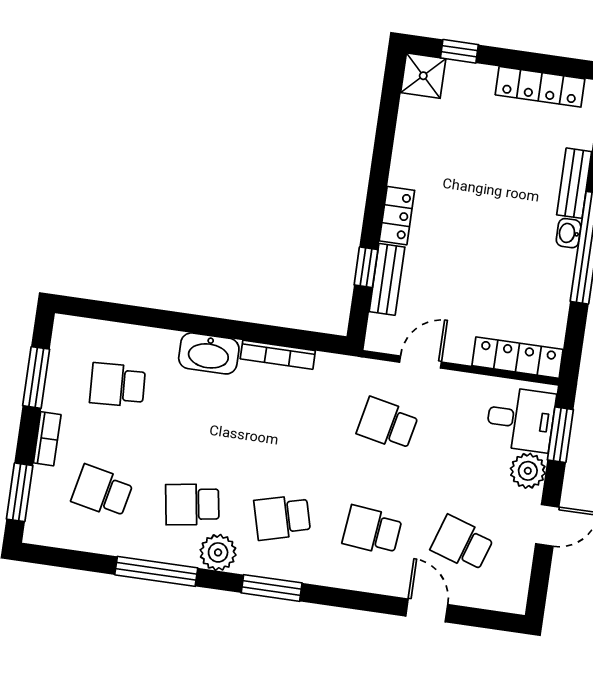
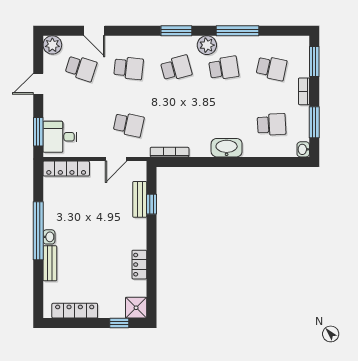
locker: (397, 216) -> (139, 265), moved
washbasin: (64, 329) -> (303, 149), added
bookcase: (278, 355) -> (170, 152), moved
plant: (528, 471) -> (52, 45), moved

